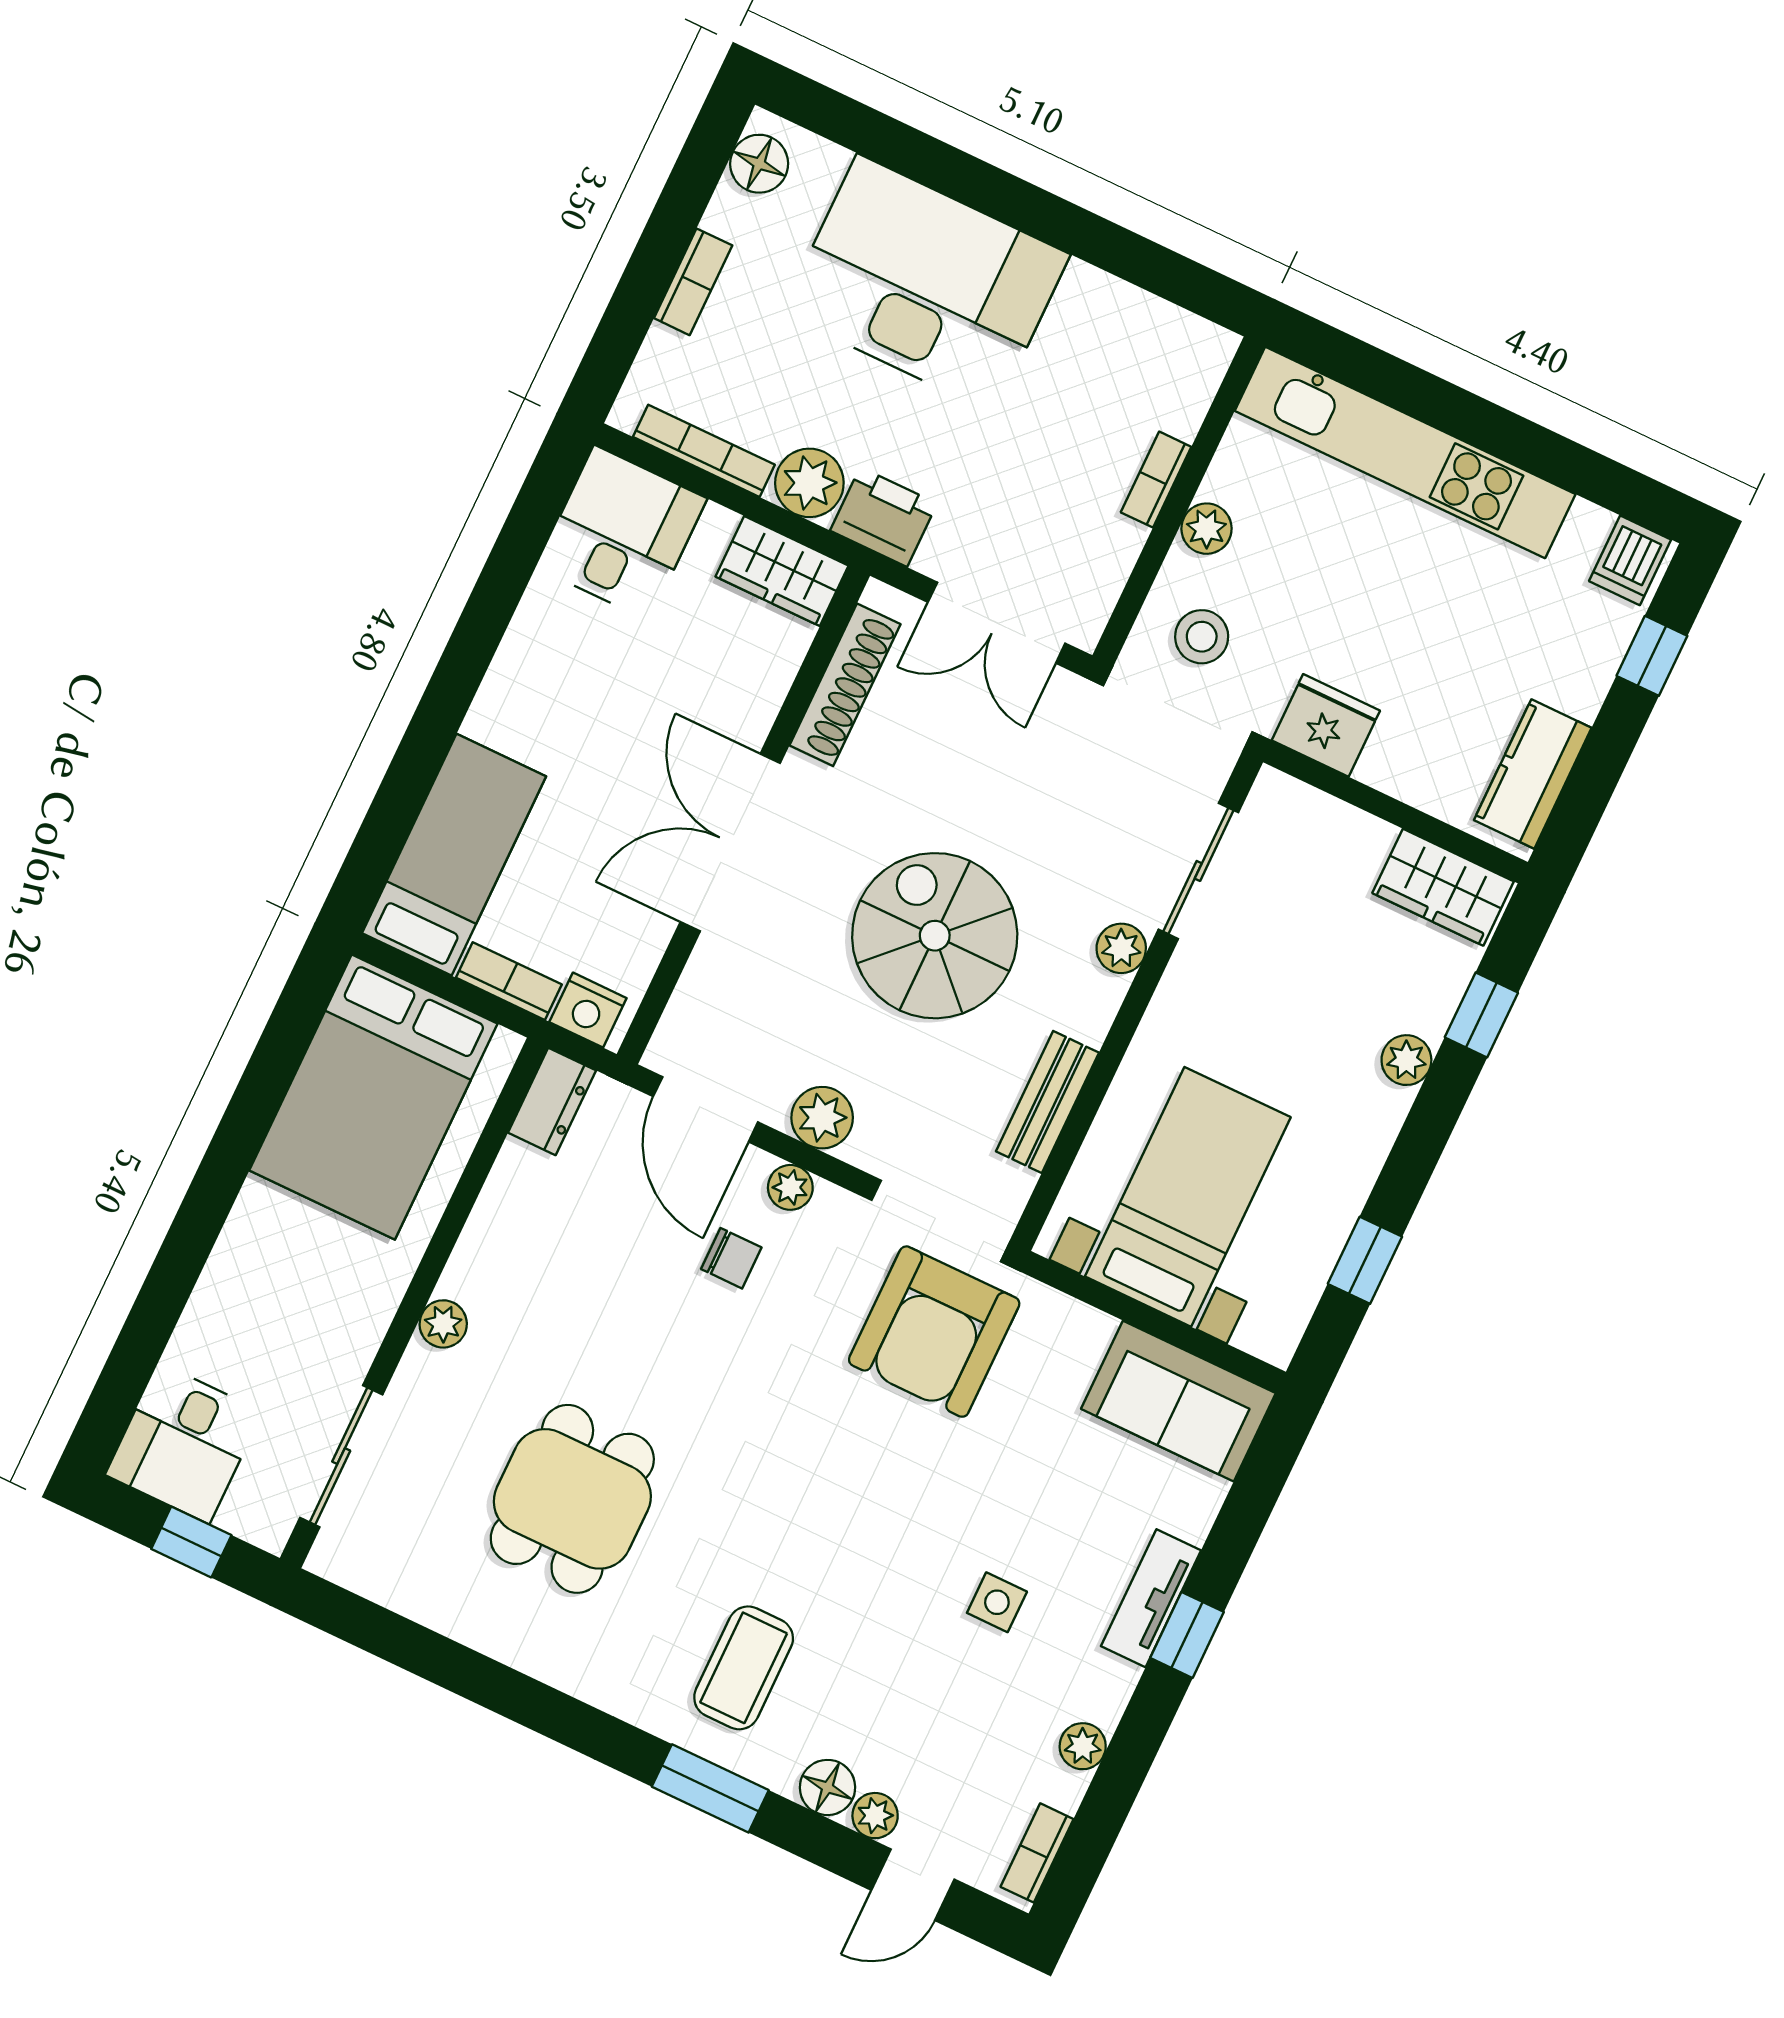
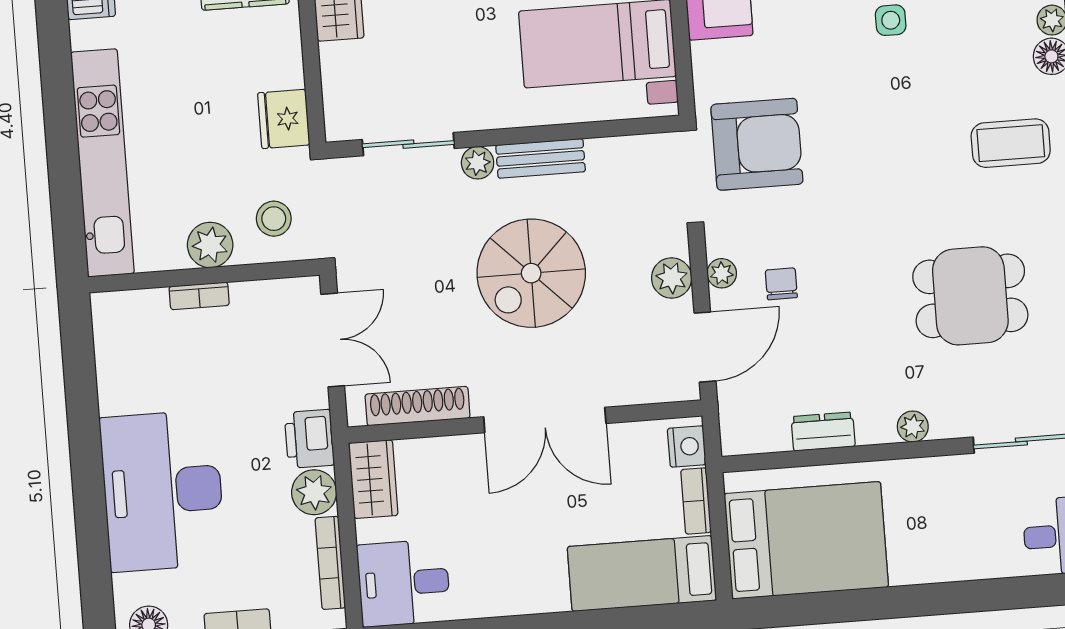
plant: (1207, 529) -> (210, 245), width x1.38, depth x1.38
dresser: (552, 1101) -> (823, 432), moved
bench: (1047, 1102) -> (541, 158), moved

